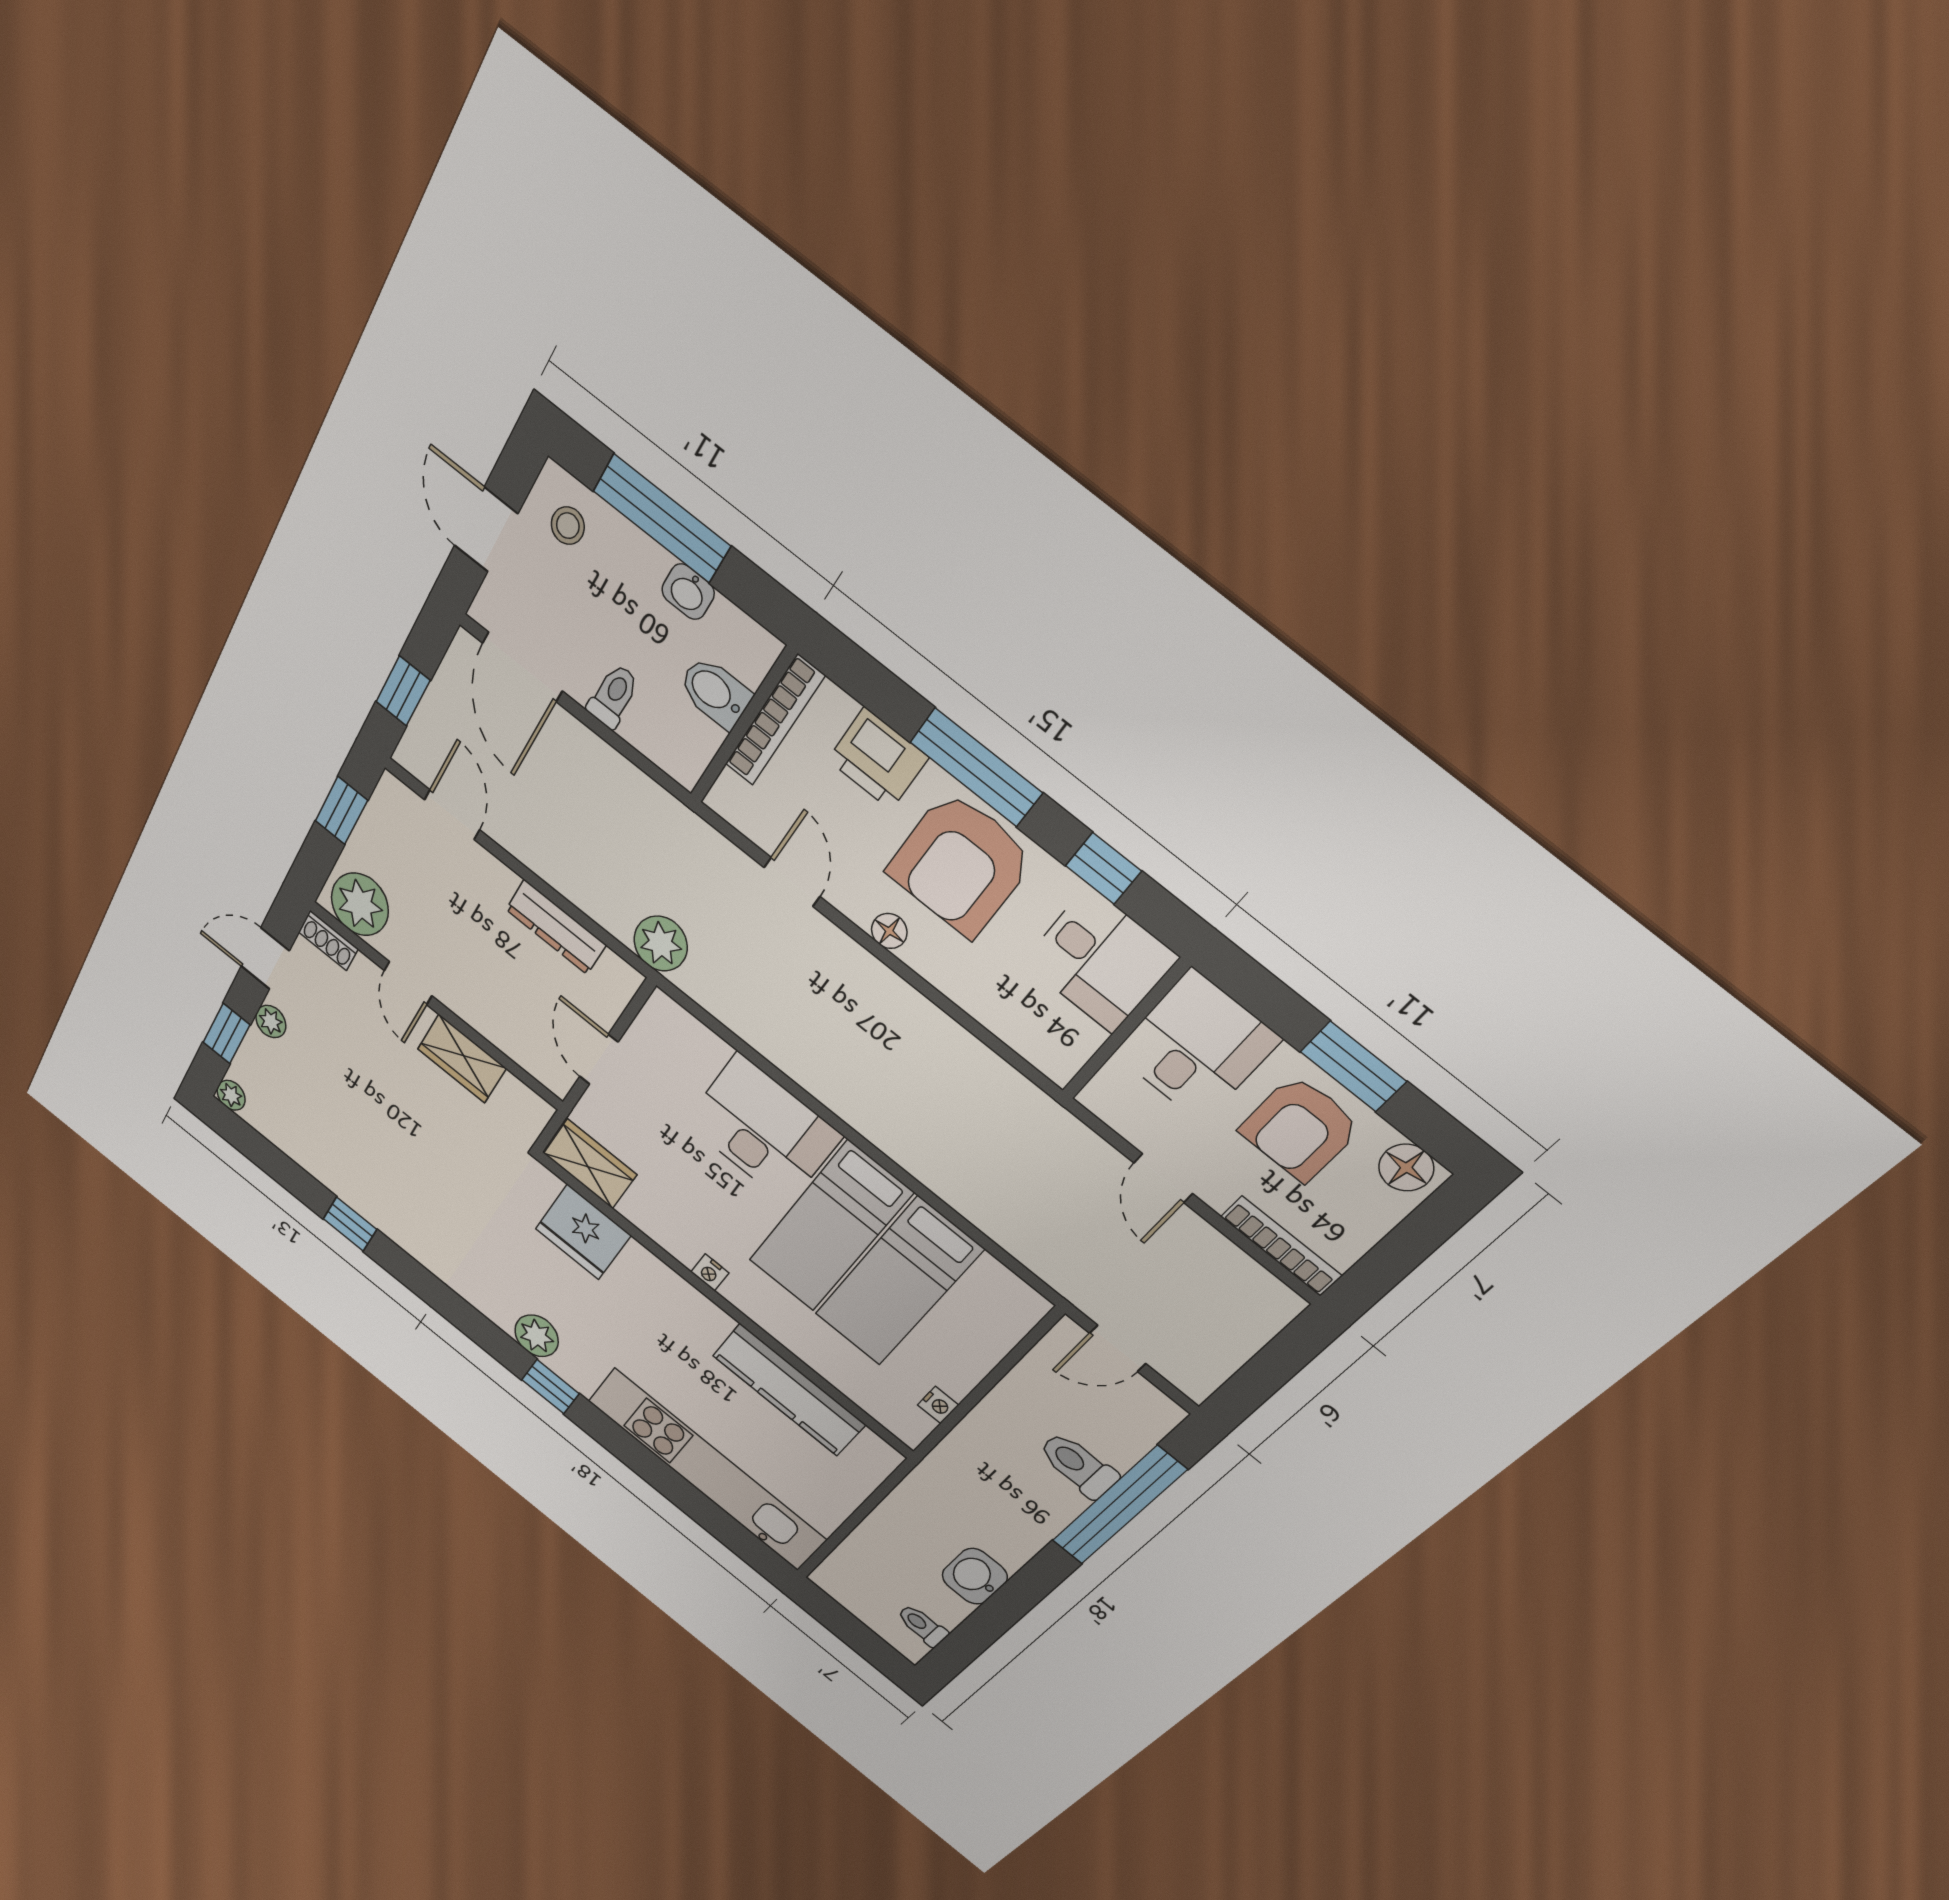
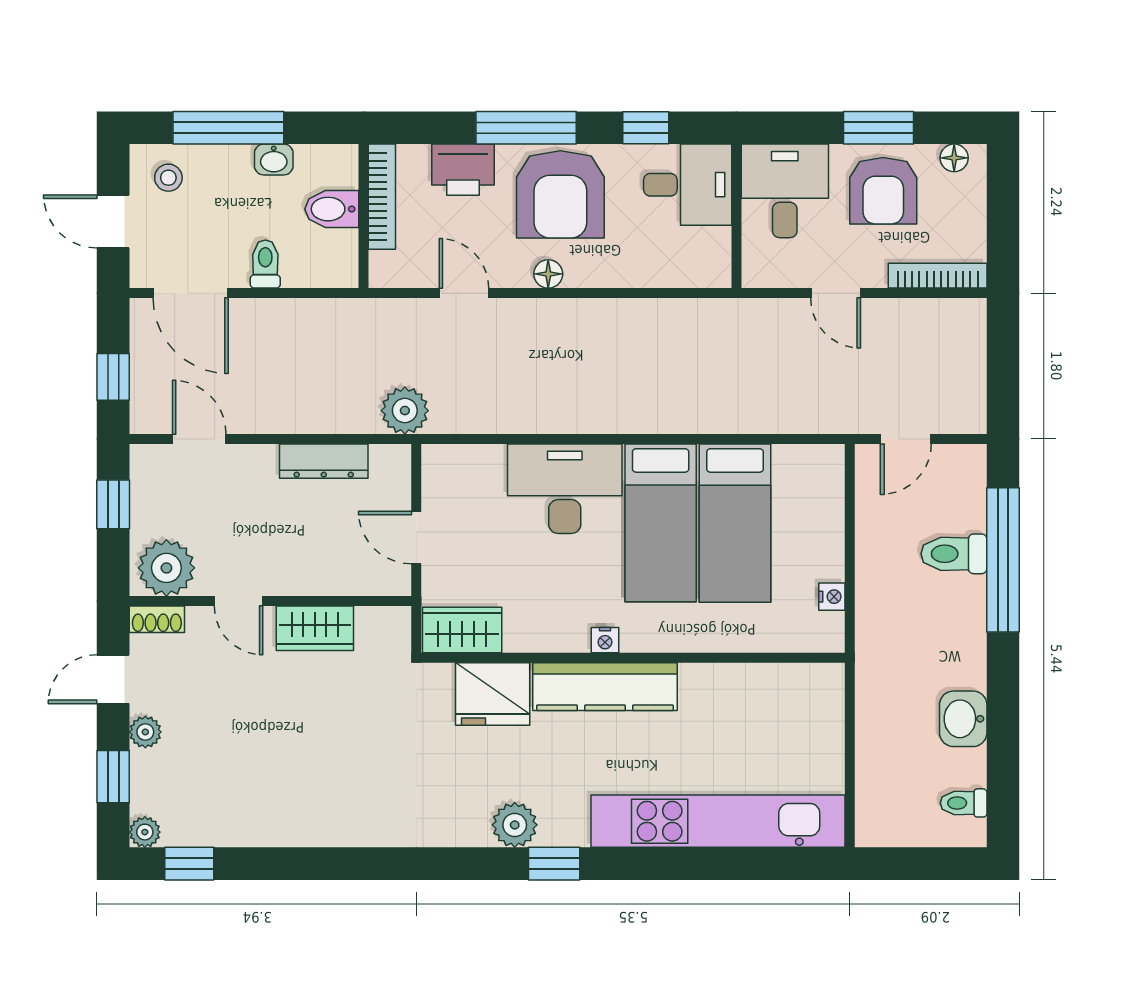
floor lamp: (1406, 1168) -> (954, 158), width x0.73, depth x0.73
window: (350, 1224) -> (189, 864), moved
kitchen counter: (789, 1390) -> (605, 687), moved

